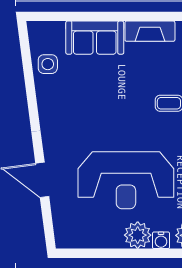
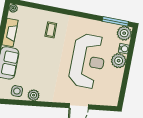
plant: (46, 95) -> (34, 95), added

